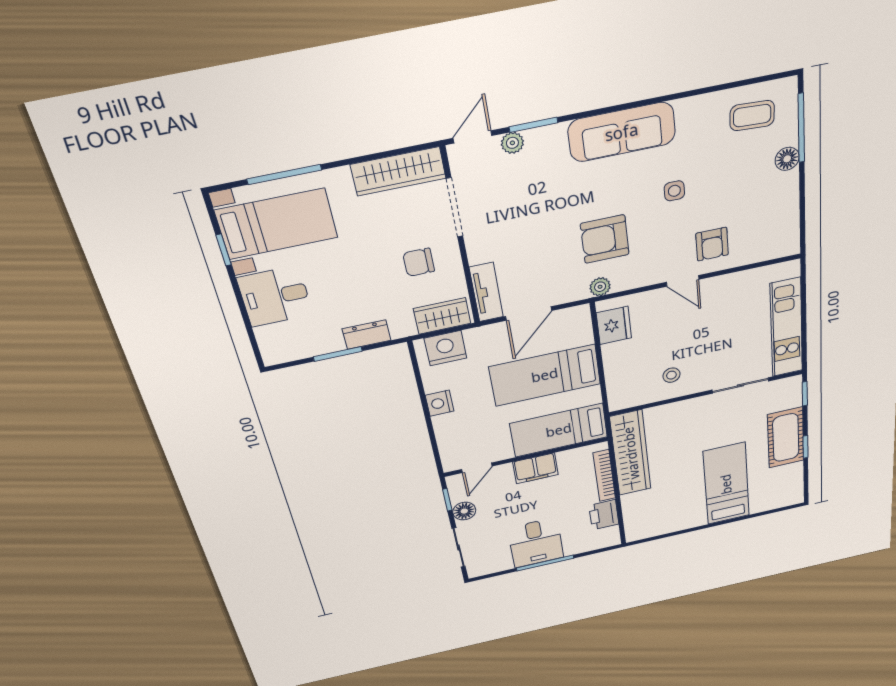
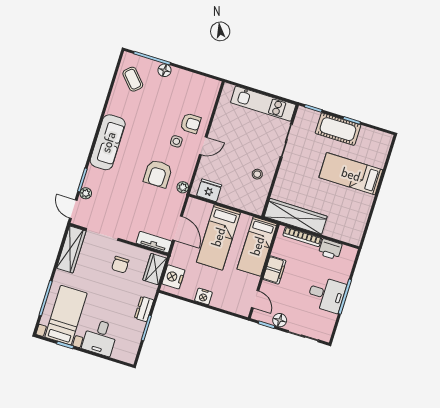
coffee table: (752, 116) -> (133, 79), turned -45
side table: (674, 191) -> (176, 141), moved

